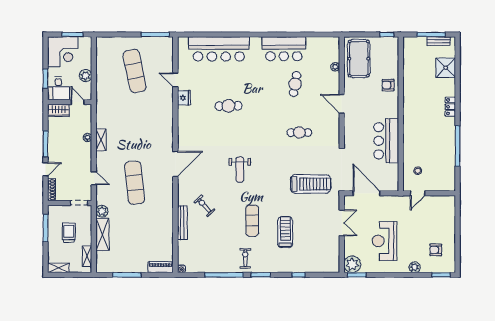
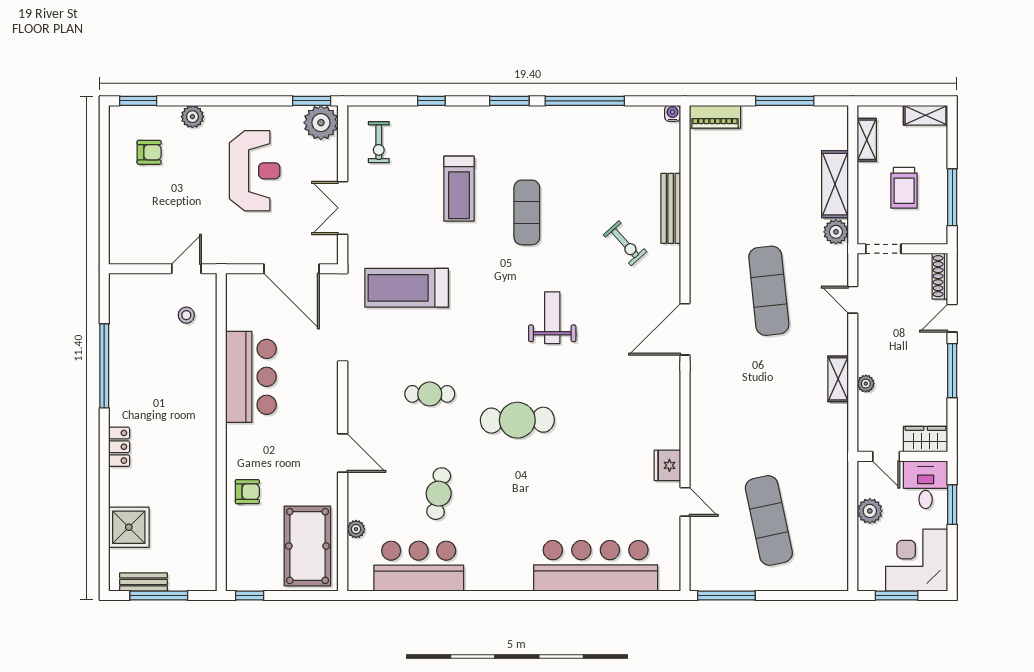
bar counter: (284, 49) -> (419, 566), moved
cafe table: (228, 106) -> (517, 420), moved, width x1.37, depth x1.35
exercise bike: (245, 258) -> (379, 142), moved

